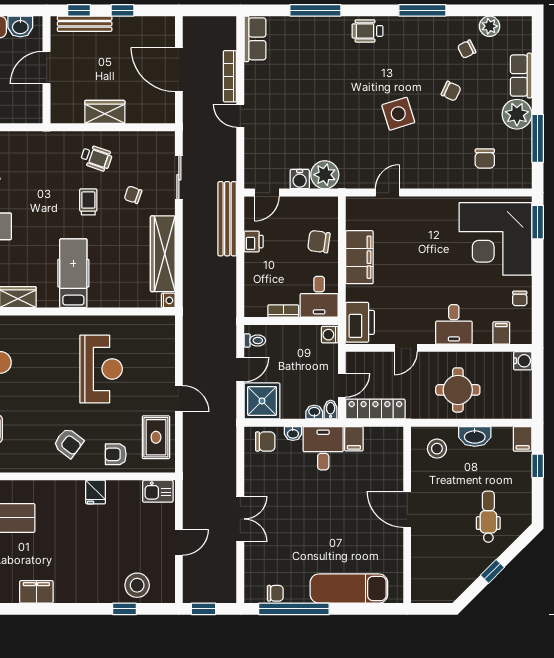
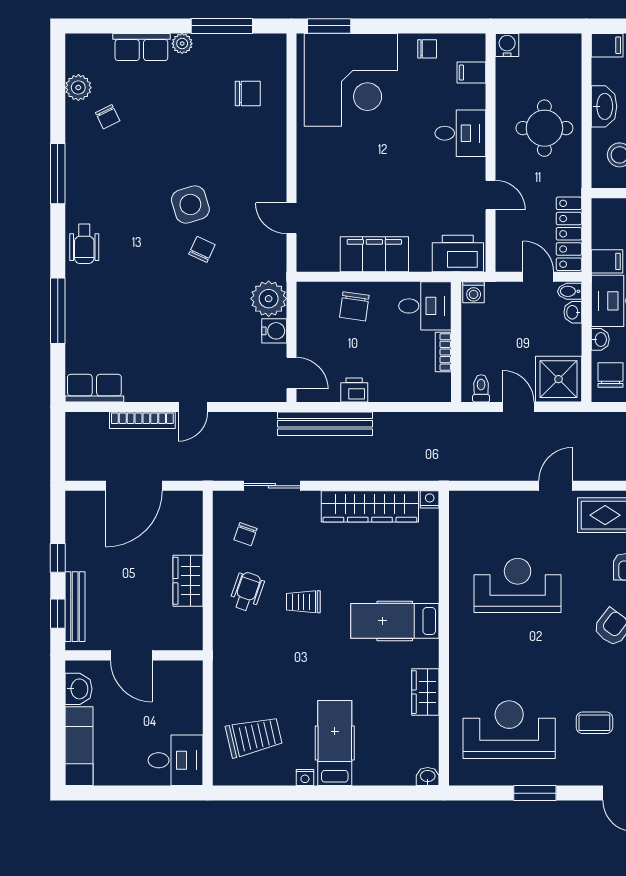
chair: (451, 91) -> (202, 249), moved
plant: (517, 114) -> (182, 44), width x0.53, depth x0.53
chair: (133, 195) -> (245, 534), moved

